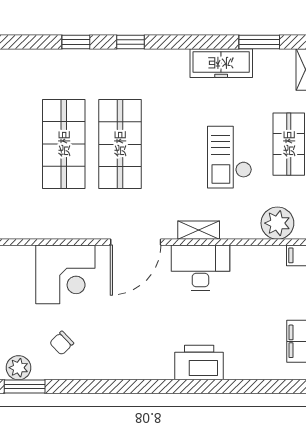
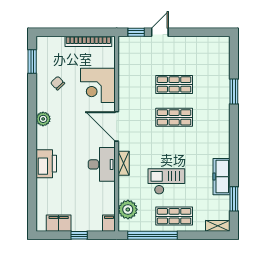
window: (76, 42) -> (234, 92), width x1.50
window: (131, 42) -> (234, 123), removed
shop shelf: (64, 144) -> (174, 84), width x0.70, depth x0.74
shop shelf: (120, 144) -> (174, 117), width x0.70, depth x0.74
plant: (19, 368) -> (43, 119), moved

